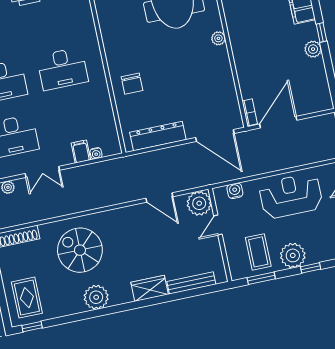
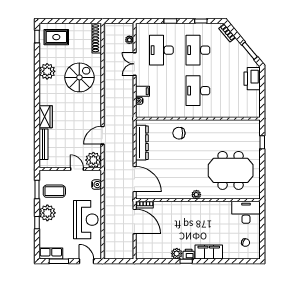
printer: (310, 31) -> (189, 254), added
door: (215, 136) -> (135, 179), swing flipped
plant: (96, 297) -> (47, 71), moved

